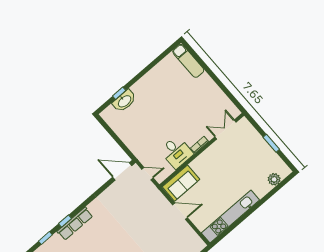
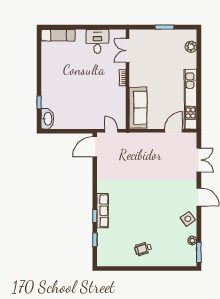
washbasin: (124, 101) -> (47, 119), moved
desk: (176, 152) -> (97, 41), moved, turned -90
door: (147, 174) -> (111, 131), hinge flipped
sofa: (181, 183) -> (138, 108), width x1.36
door: (180, 211) -> (174, 131), moved

